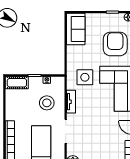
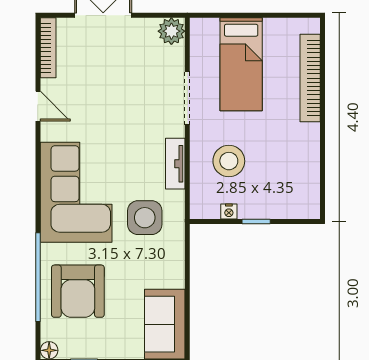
cot: (17, 83) -> (295, 206), removed

